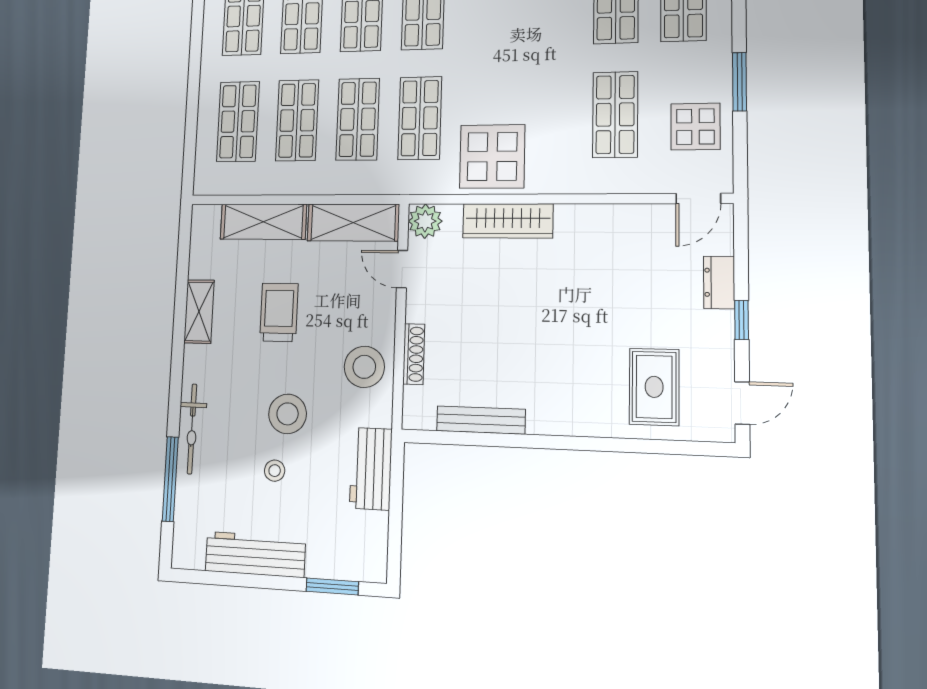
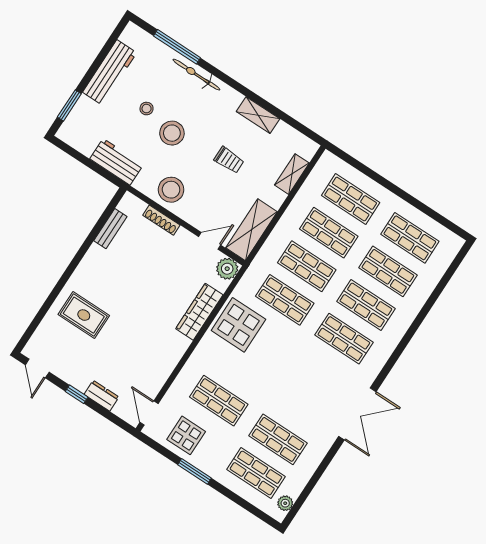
shelving: (263, 222) -> (292, 174), width x0.67, depth x0.75
trolley: (279, 312) -> (229, 160), width x0.73, depth x0.72
rug: (654, 387) -> (84, 315), moved
bench: (481, 420) -> (110, 229), width x0.73

